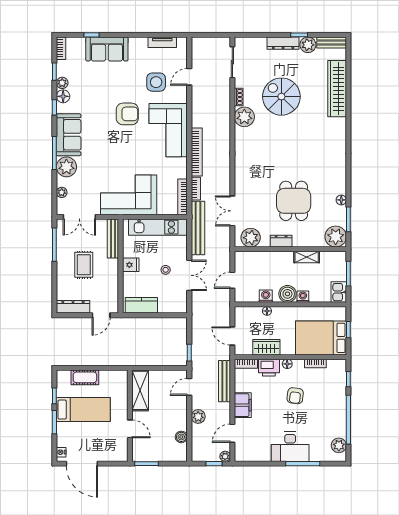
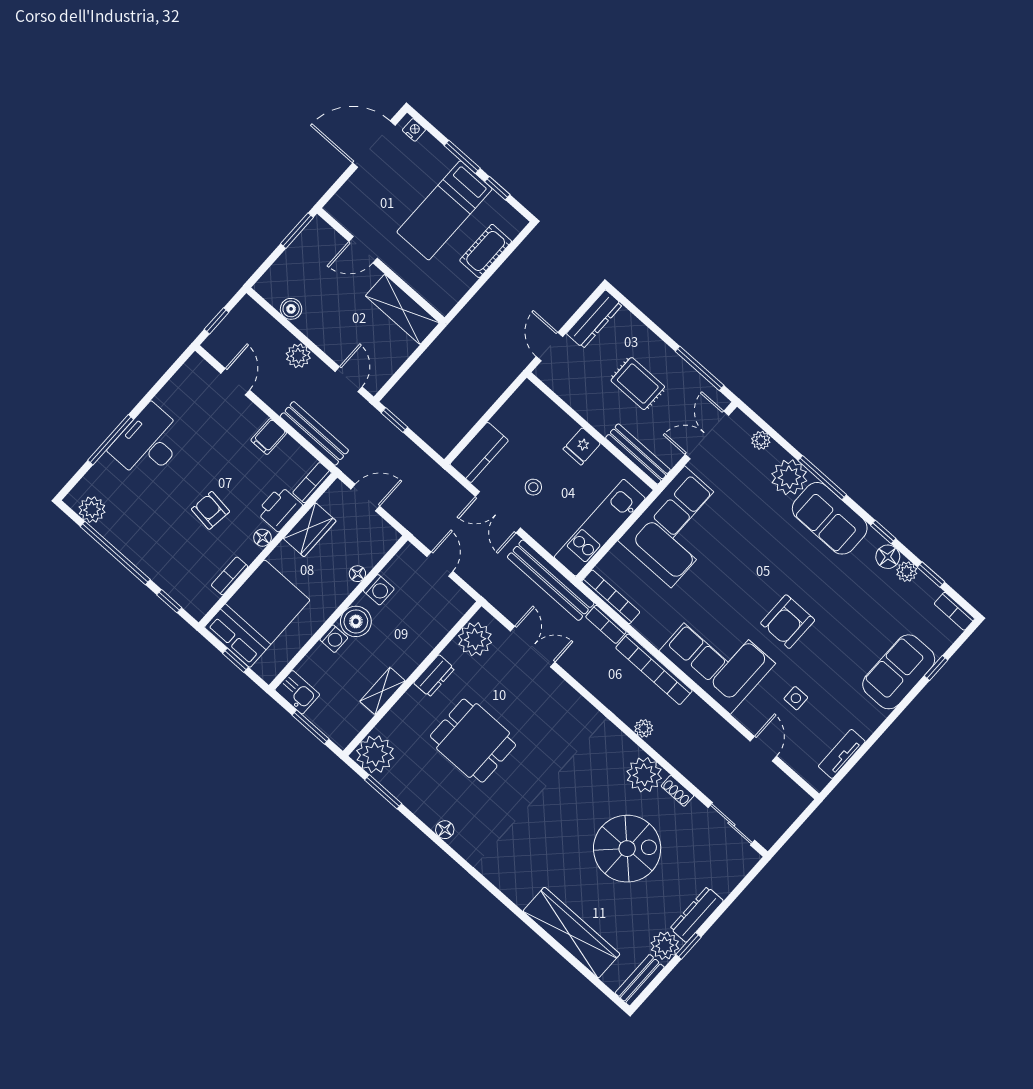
side table: (156, 82) -> (796, 698), width x0.54, depth x0.54
floor lamp: (341, 200) -> (445, 830), moved
kitchen counter: (141, 305) -> (479, 452), moved
filing cabinet: (243, 405) -> (269, 437), width x0.50
plant: (225, 456) -> (644, 728), moved

